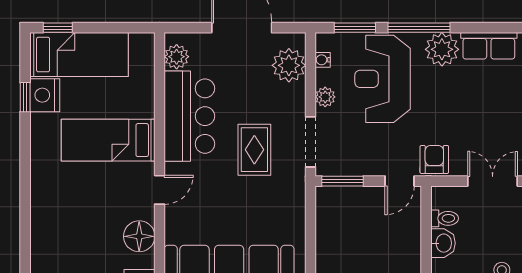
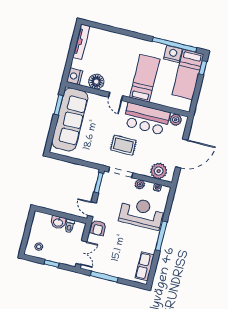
window: (355, 28) -> (169, 206), removed
plant: (442, 49) -> (148, 244), removed
window: (25, 97) -> (174, 45), width x3.17
armchair: (434, 159) -> (98, 228), turned 90

